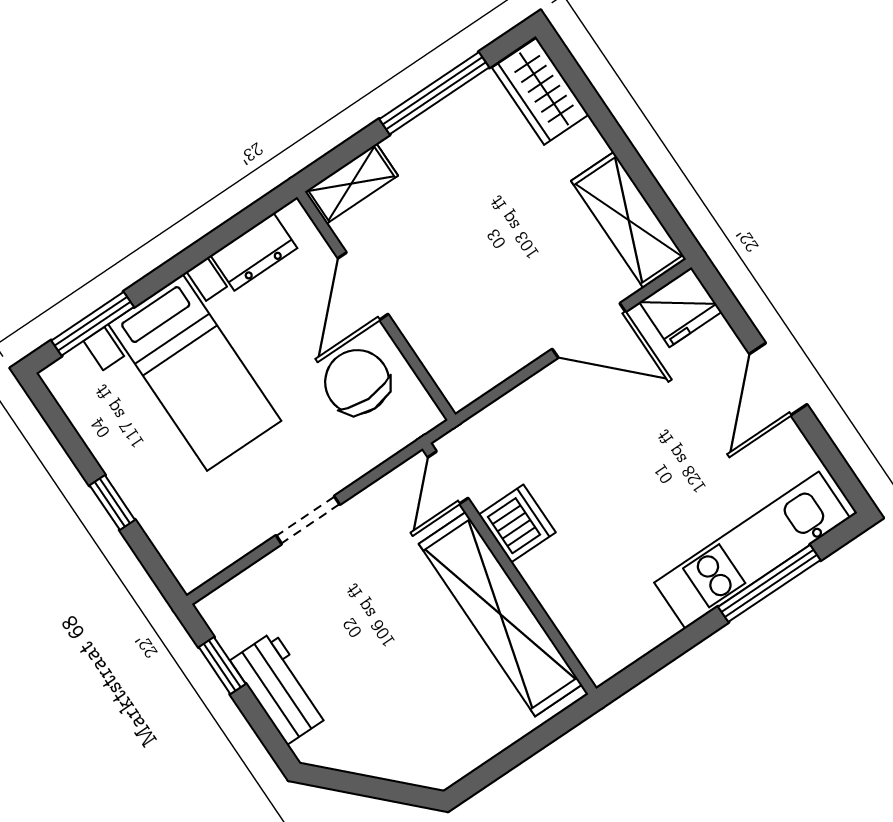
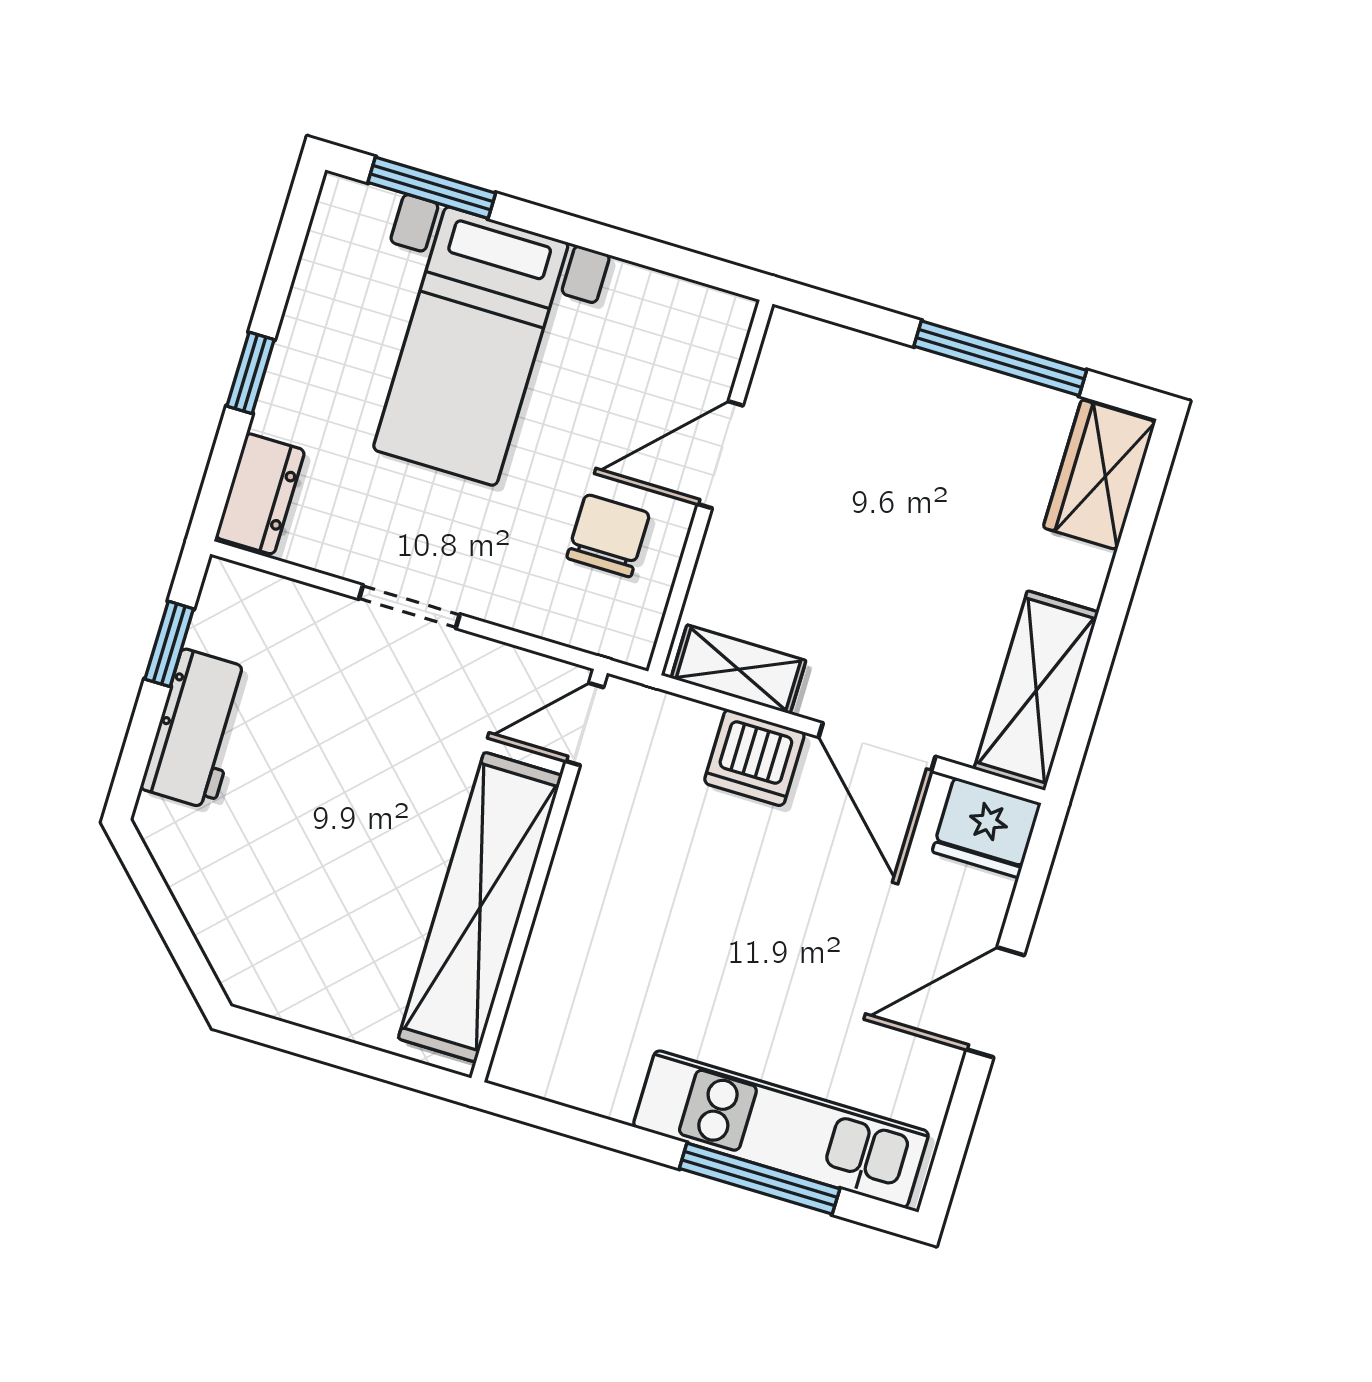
shelving: (351, 184) -> (738, 669), moved
dresser: (254, 252) -> (260, 494), moved, turned -90
chair: (357, 382) -> (608, 536), width x0.73, depth x0.73
dishwasher: (517, 524) -> (754, 758), moved, turned 90

